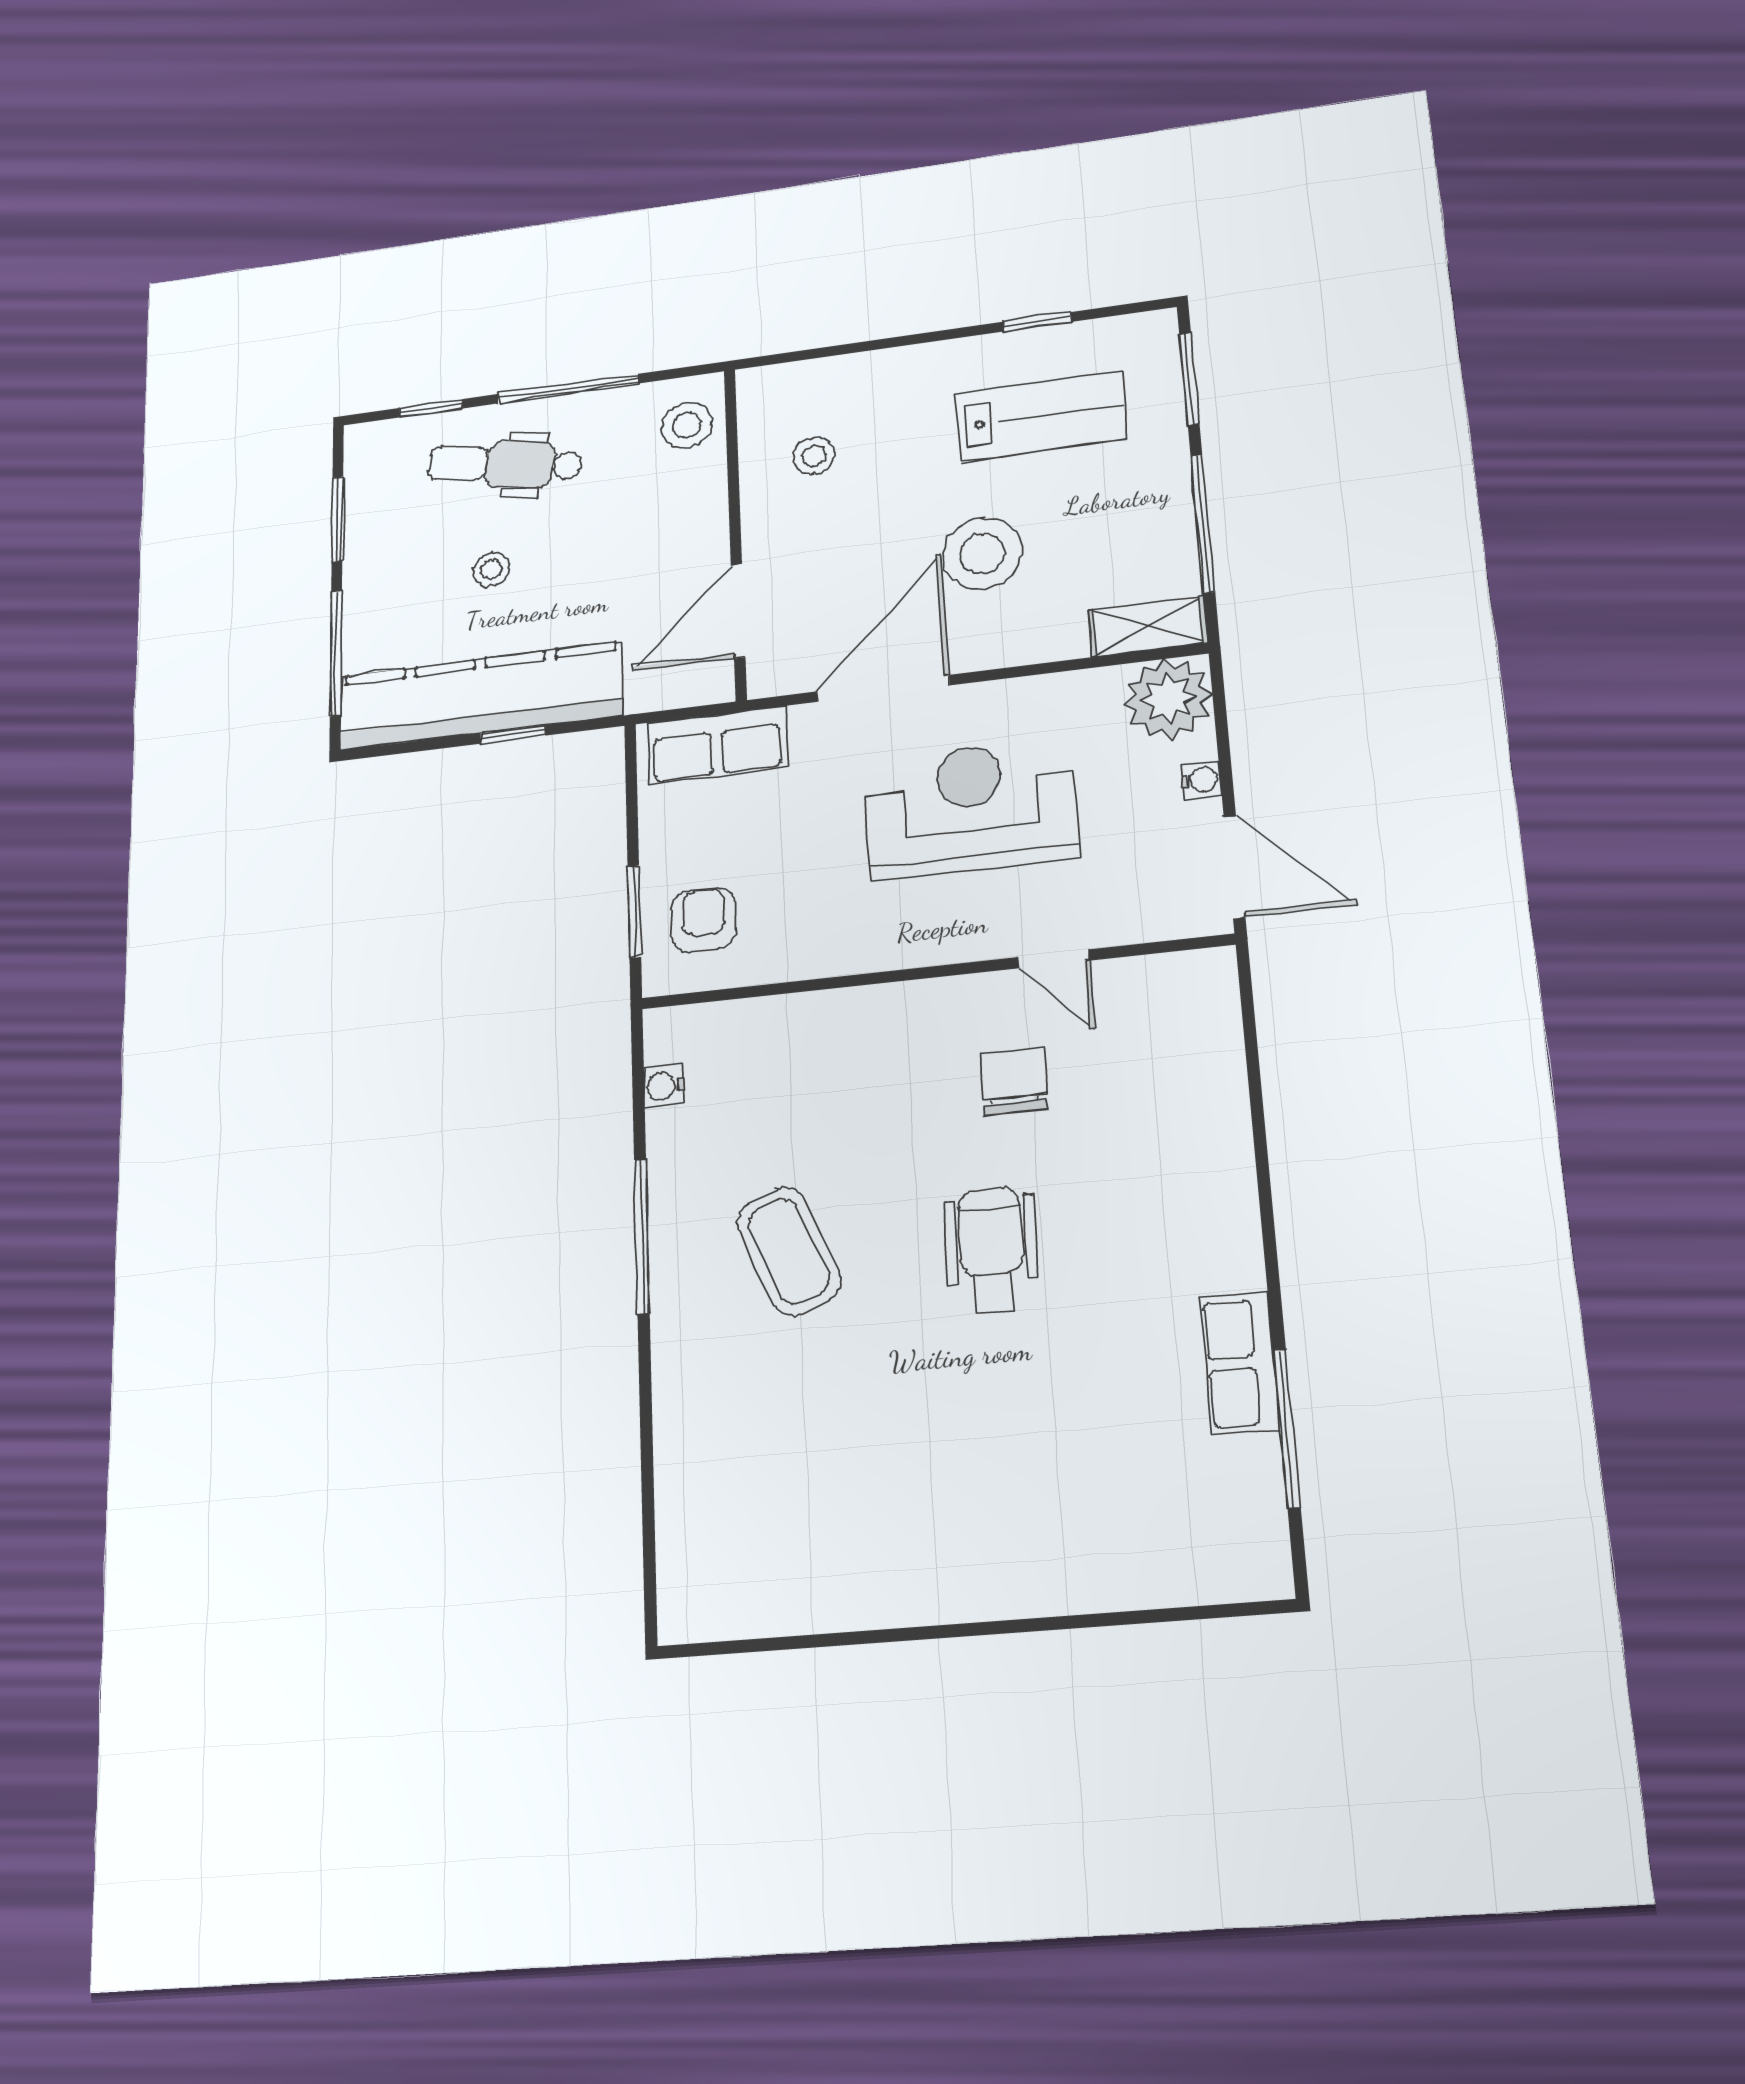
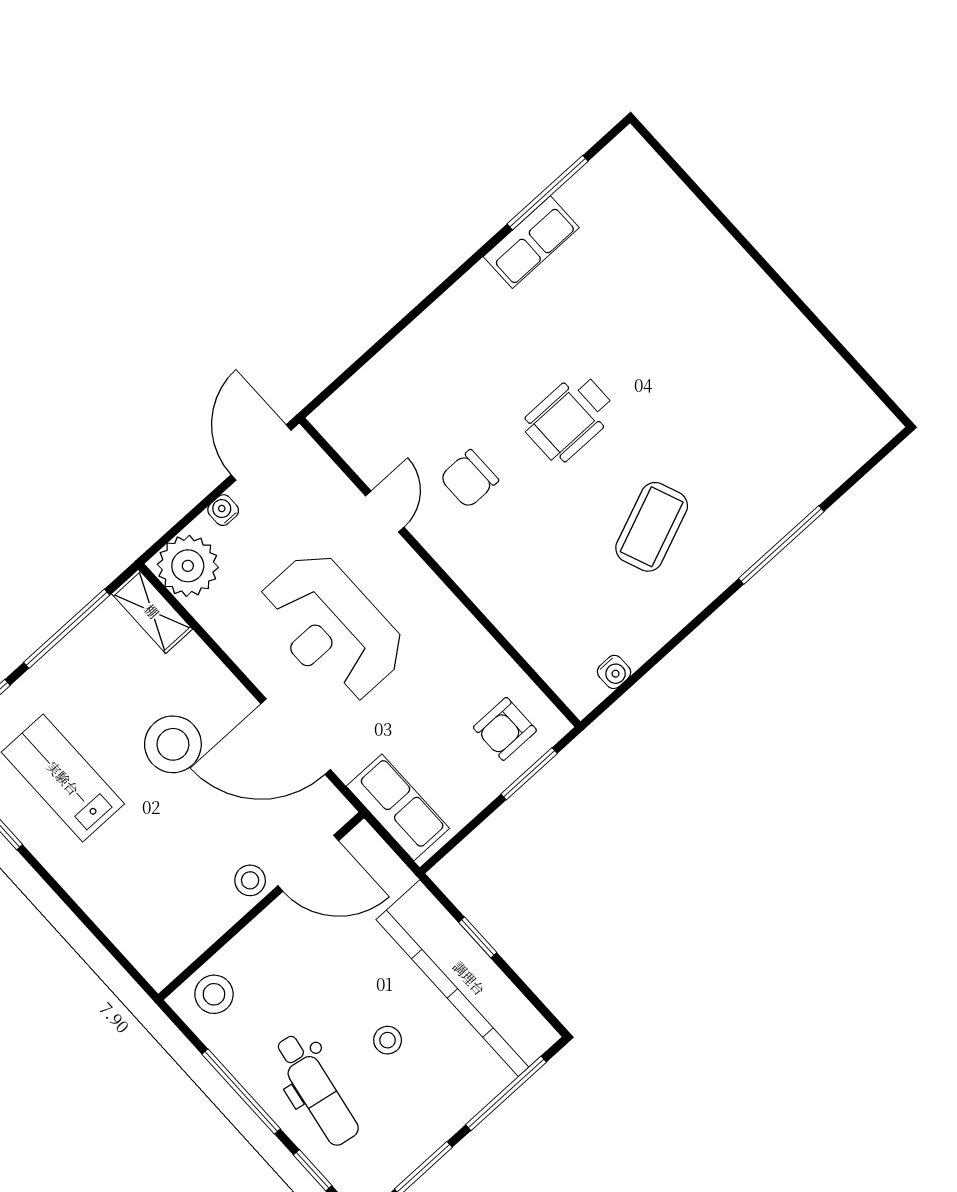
stool: (814, 456) -> (250, 880), moved
window: (642, 1236) -> (781, 545), moved

